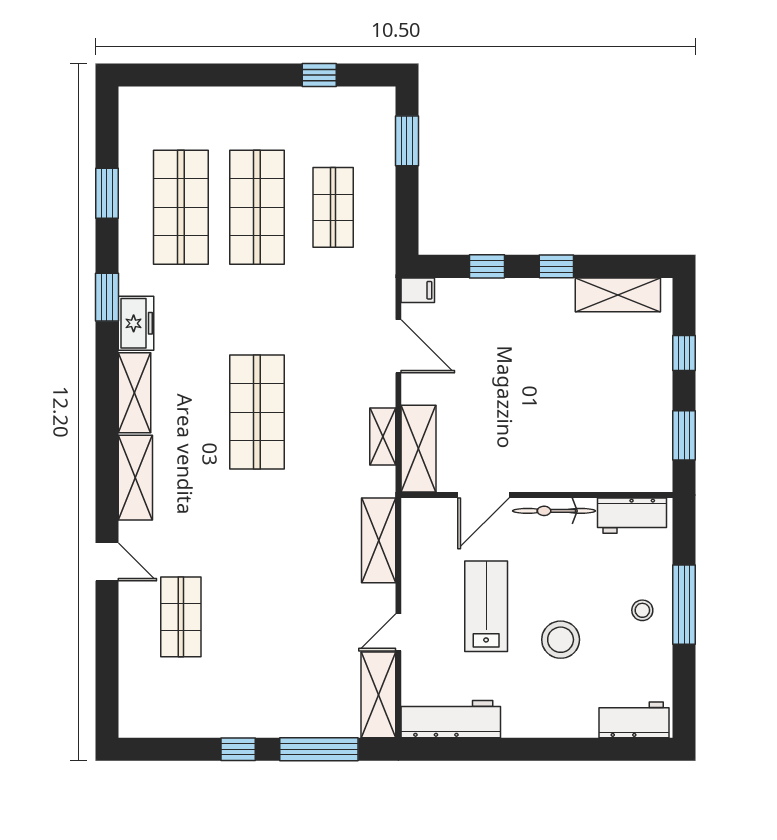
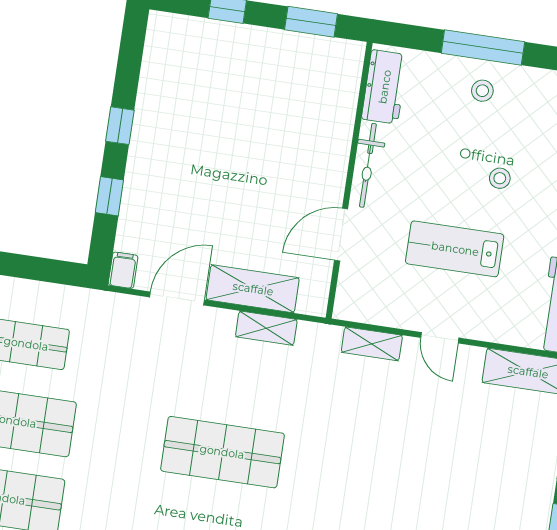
shelving: (618, 295) -> (158, 68), removed
shelving: (419, 449) -> (253, 289), moved
door: (483, 495) -> (341, 235), swing flipped
shelving: (379, 540) -> (372, 344), width x0.67, depth x0.75
door: (398, 632) -> (440, 338), moved
stool: (561, 640) -> (500, 178), width x0.53, depth x0.53

